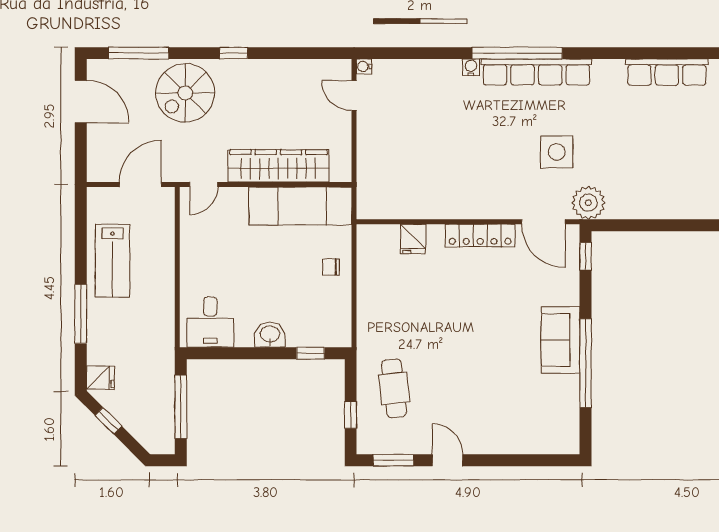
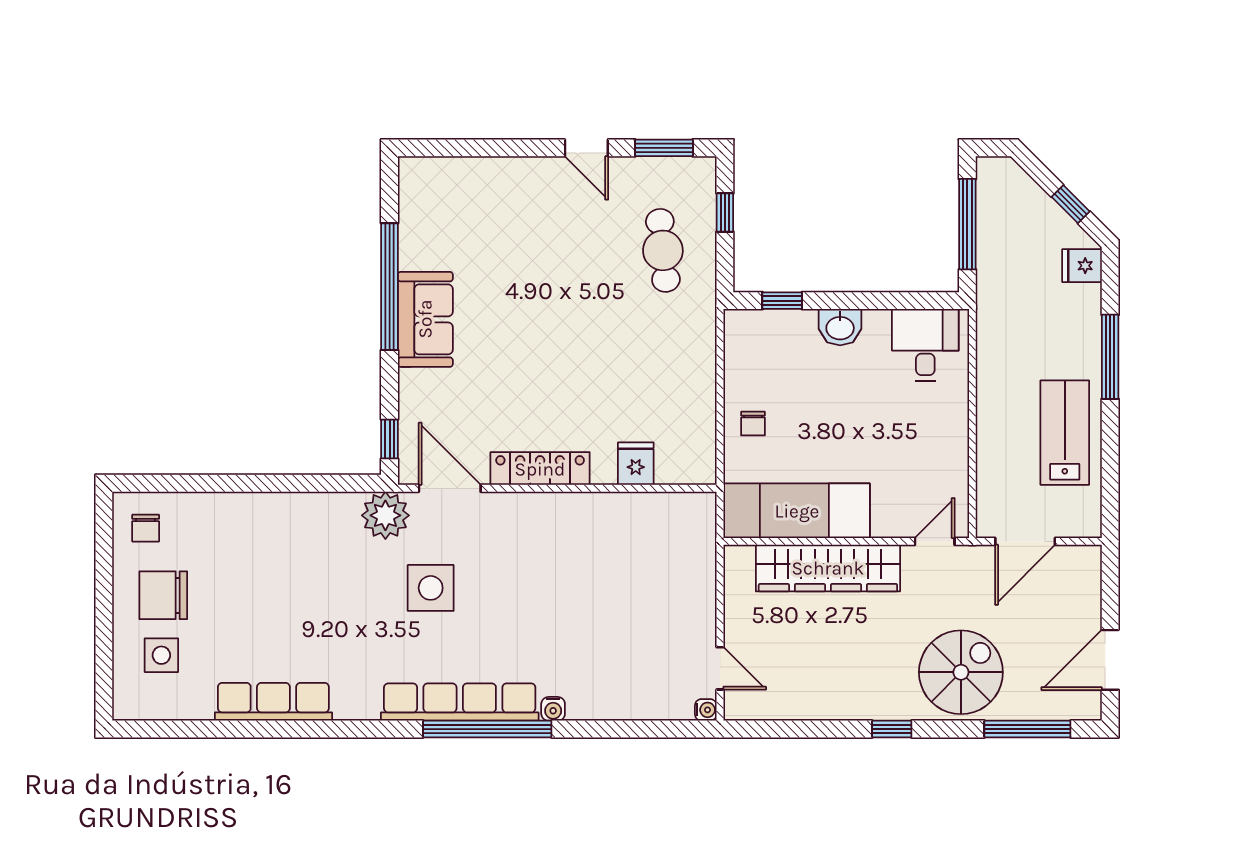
door: (81, 102) -> (1110, 660), hinge flipped
chair: (331, 267) -> (753, 424), turned 90

